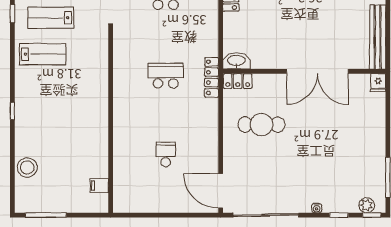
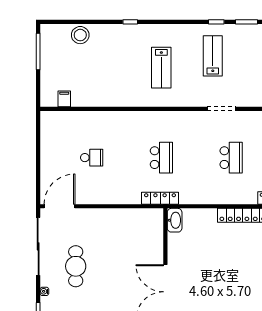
lab bench: (43, 54) -> (161, 68), moved
locker: (238, 81) -> (157, 221), removed
cafe table: (261, 125) -> (76, 266), moved

